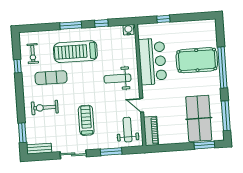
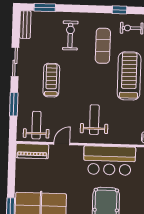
treadmill: (86, 120) -> (51, 80), turned -90
weight bench: (128, 130) -> (36, 125), turned -90

